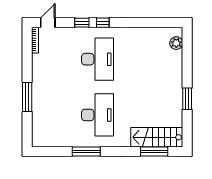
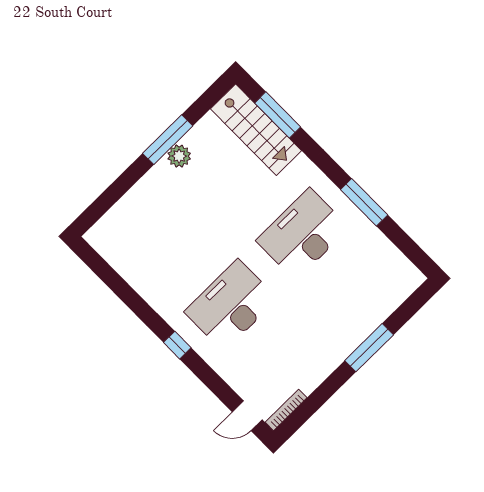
window: (82, 23) -> (204, 372), removed
plant: (176, 43) -> (179, 156), moved
window: (187, 99) -> (168, 140), width x1.44

